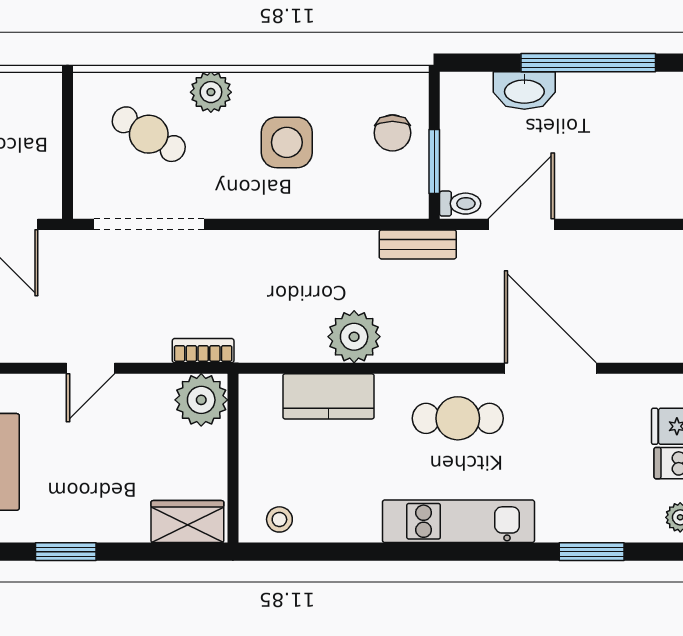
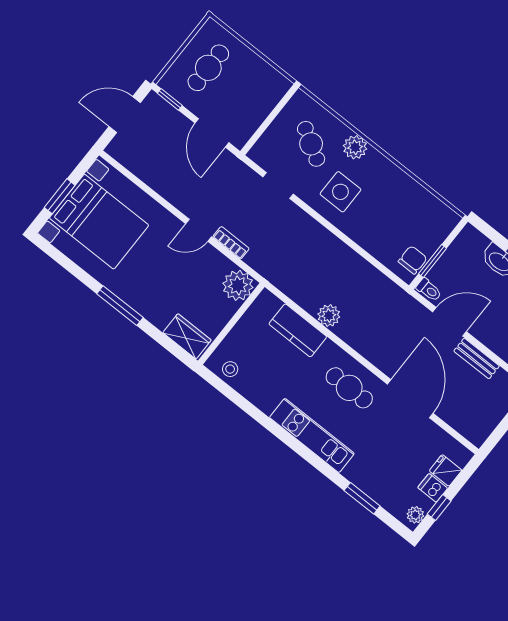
chair: (392, 133) -> (413, 260), moved, turned 180
side table: (287, 142) -> (340, 192), moved
doorway: (149, 224) -> (278, 186), width x0.53
bench: (418, 244) -> (477, 358), moved
plant: (354, 337) -> (329, 316), width x0.73, depth x0.73
bookcase: (203, 351) -> (231, 243), moved
window: (66, 552) -> (120, 306), width x1.44

